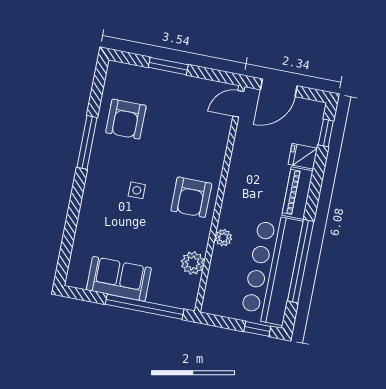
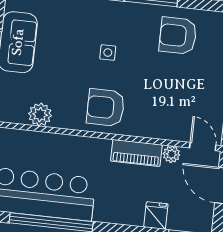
piano: (297, 193) -> (136, 153), moved, turned 180
plant: (223, 238) -> (171, 154), moved

